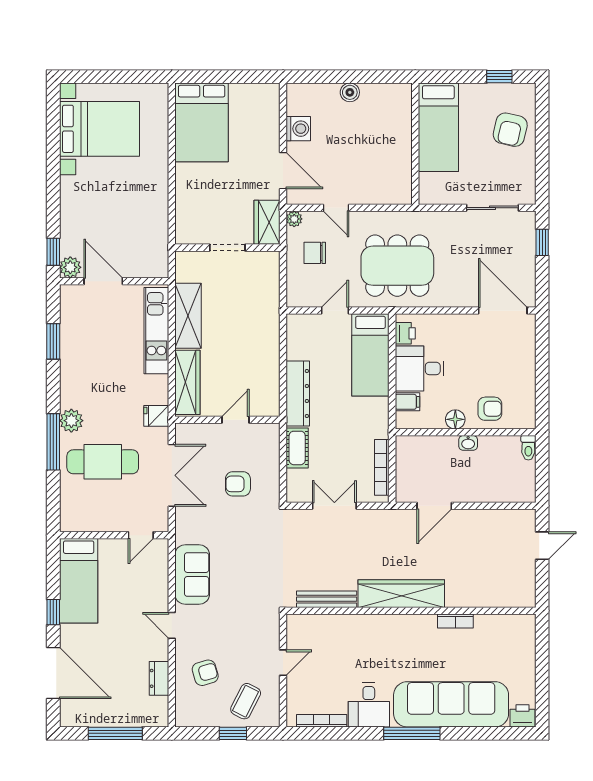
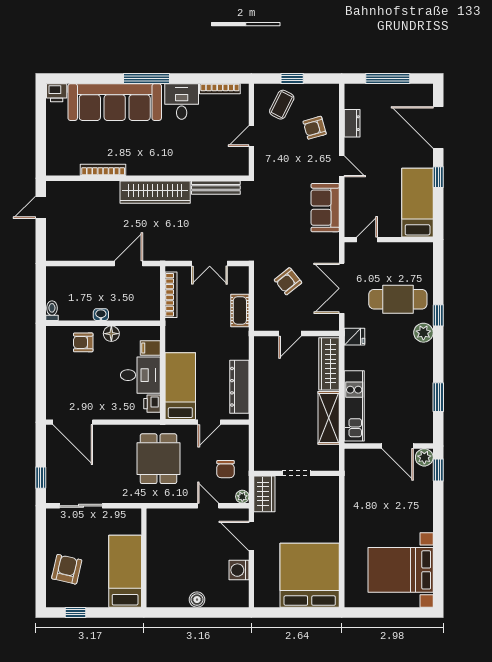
bed: (202, 122) -> (310, 575), width x1.36
chair: (315, 253) -> (226, 469), turned 90
dining table: (397, 266) -> (158, 459), width x0.73
dresser: (298, 393) -> (239, 387), moved
window: (53, 442) -> (438, 315), width x0.46
armchair: (238, 484) -> (288, 281), turned 141
door: (542, 546) -> (41, 207), moved
bookcase: (455, 621) -> (103, 170), width x1.56

